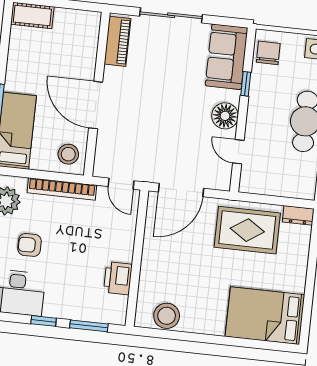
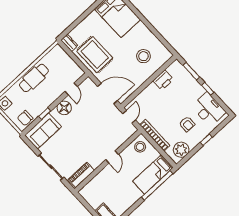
door: (96, 105) -> (112, 157), width x0.53
stool: (167, 316) -> (144, 56), moved

